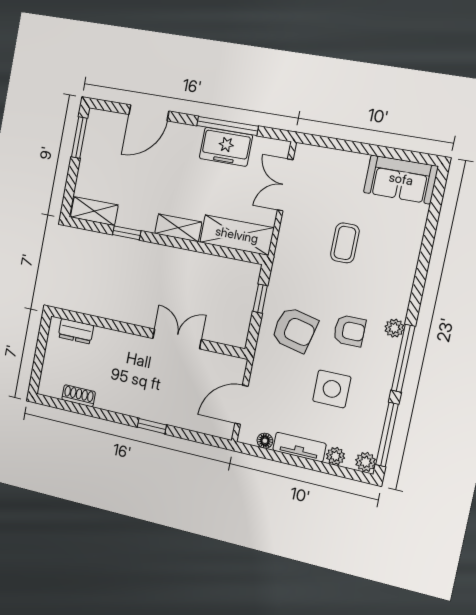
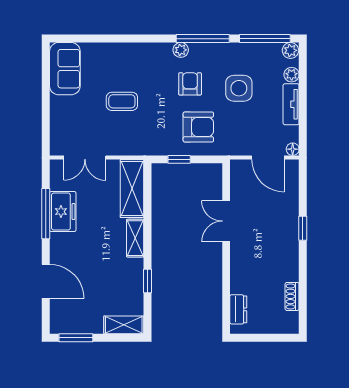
shelving: (94, 211) -> (124, 325), moved, turned 90
armchair: (294, 330) -> (198, 127), turned 77
floor lamp: (265, 441) -> (293, 149), moved

